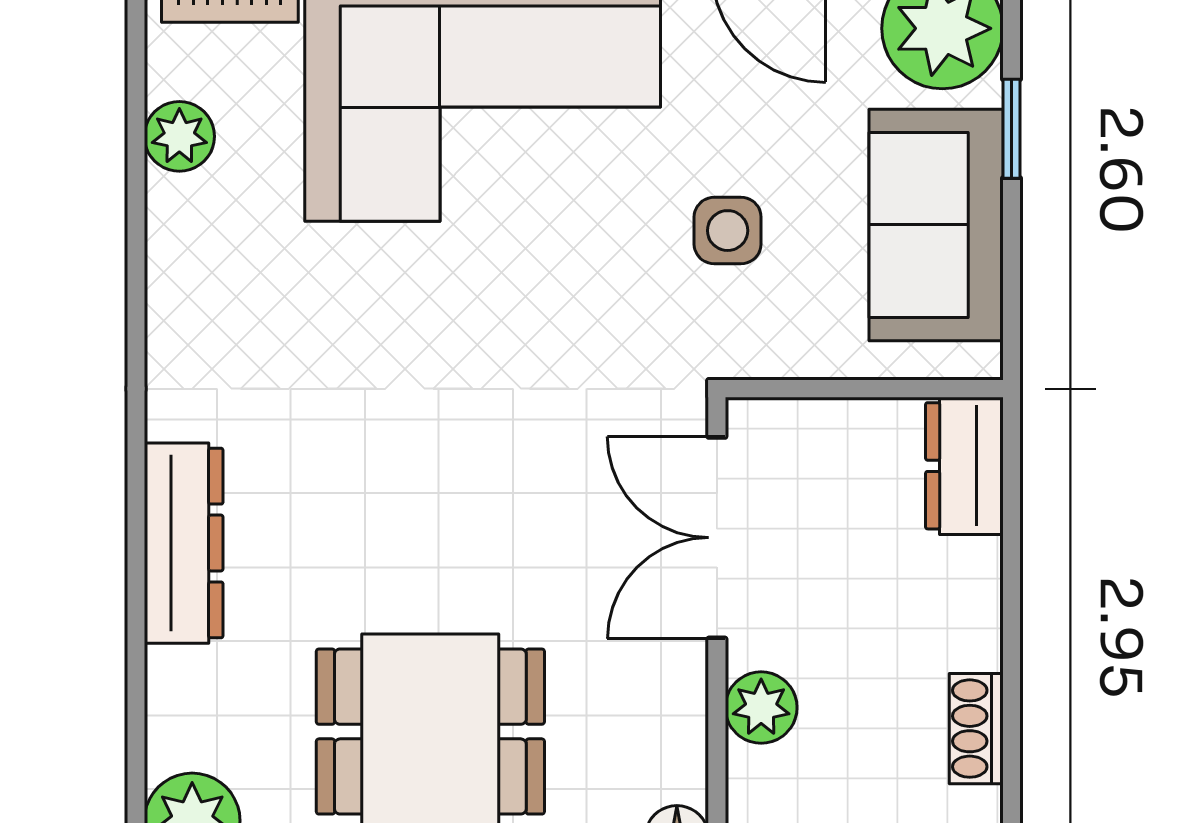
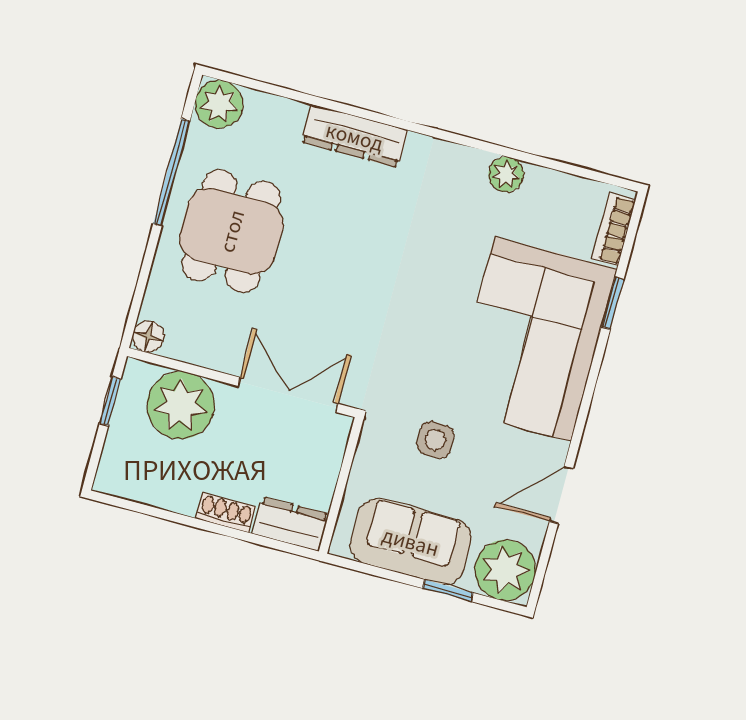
plant: (179, 136) -> (506, 174), moved
plant: (761, 708) -> (181, 405), width x1.88, depth x1.88
shoe rack: (976, 729) -> (226, 513), moved

